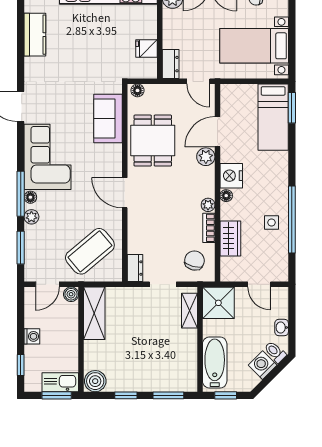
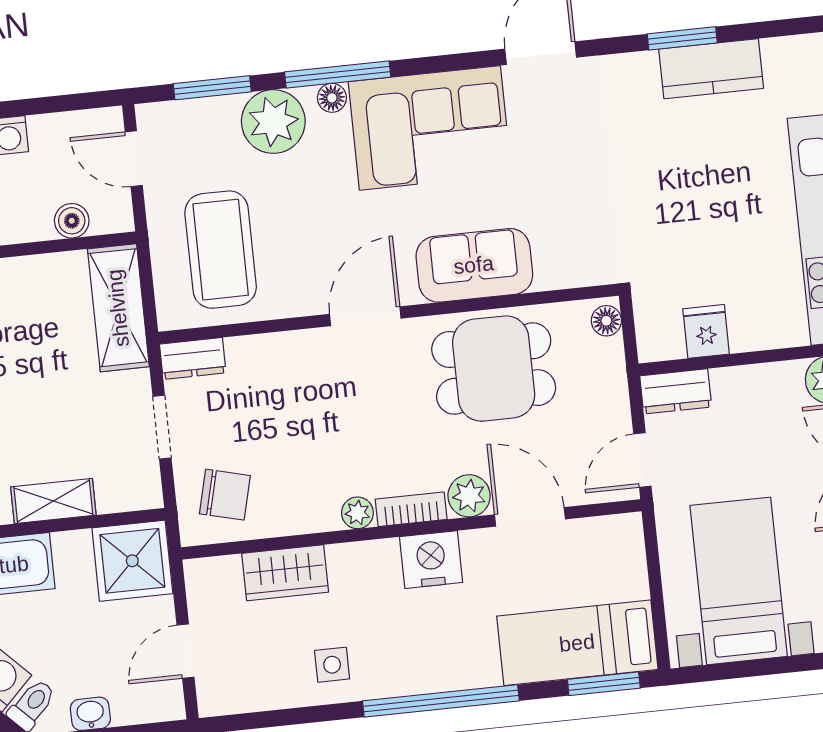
window: (21, 46) -> (682, 38), added
sofa: (108, 119) -> (474, 265), moved
floor lamp: (226, 196) -> (383, 553), removed
plant: (31, 217) -> (273, 122), width x1.87, depth x1.87
window: (292, 219) -> (441, 701), moved
bookcase: (209, 228) -> (411, 509), moved
coffee table: (90, 251) -> (221, 250), turned 40
boiler: (71, 294) -> (72, 221), moved
shelving: (189, 311) -> (53, 501), moved
shelving: (94, 313) -> (118, 308), moved, turned 90

